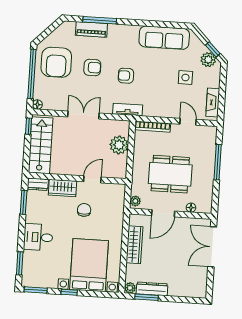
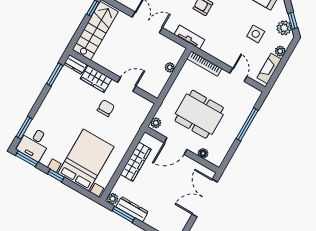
plant: (215, 82) -> (280, 51), added
plant: (119, 145) -> (170, 67), width x0.53, depth x0.53
desk: (38, 237) -> (34, 144), moved, turned -90

